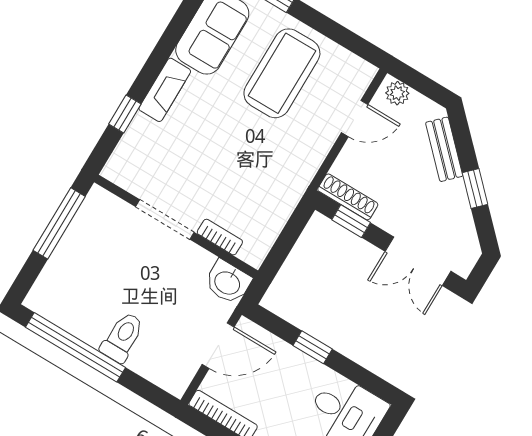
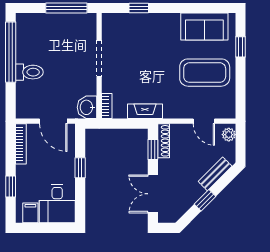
fireplace: (165, 90) -> (145, 111), moved, turned 180
bookcase: (220, 237) -> (107, 106), moved

